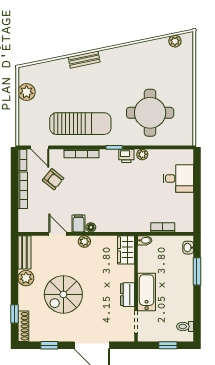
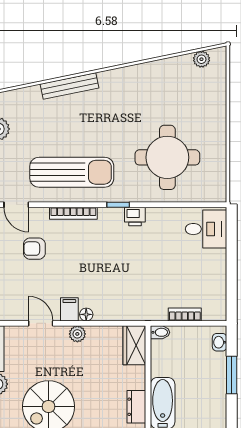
bench: (84, 60) -> (70, 86), width x1.36
plant: (142, 154) -> (157, 215), removed
desk: (178, 178) -> (206, 229), moved
armchair: (53, 179) -> (34, 249), turned 141

